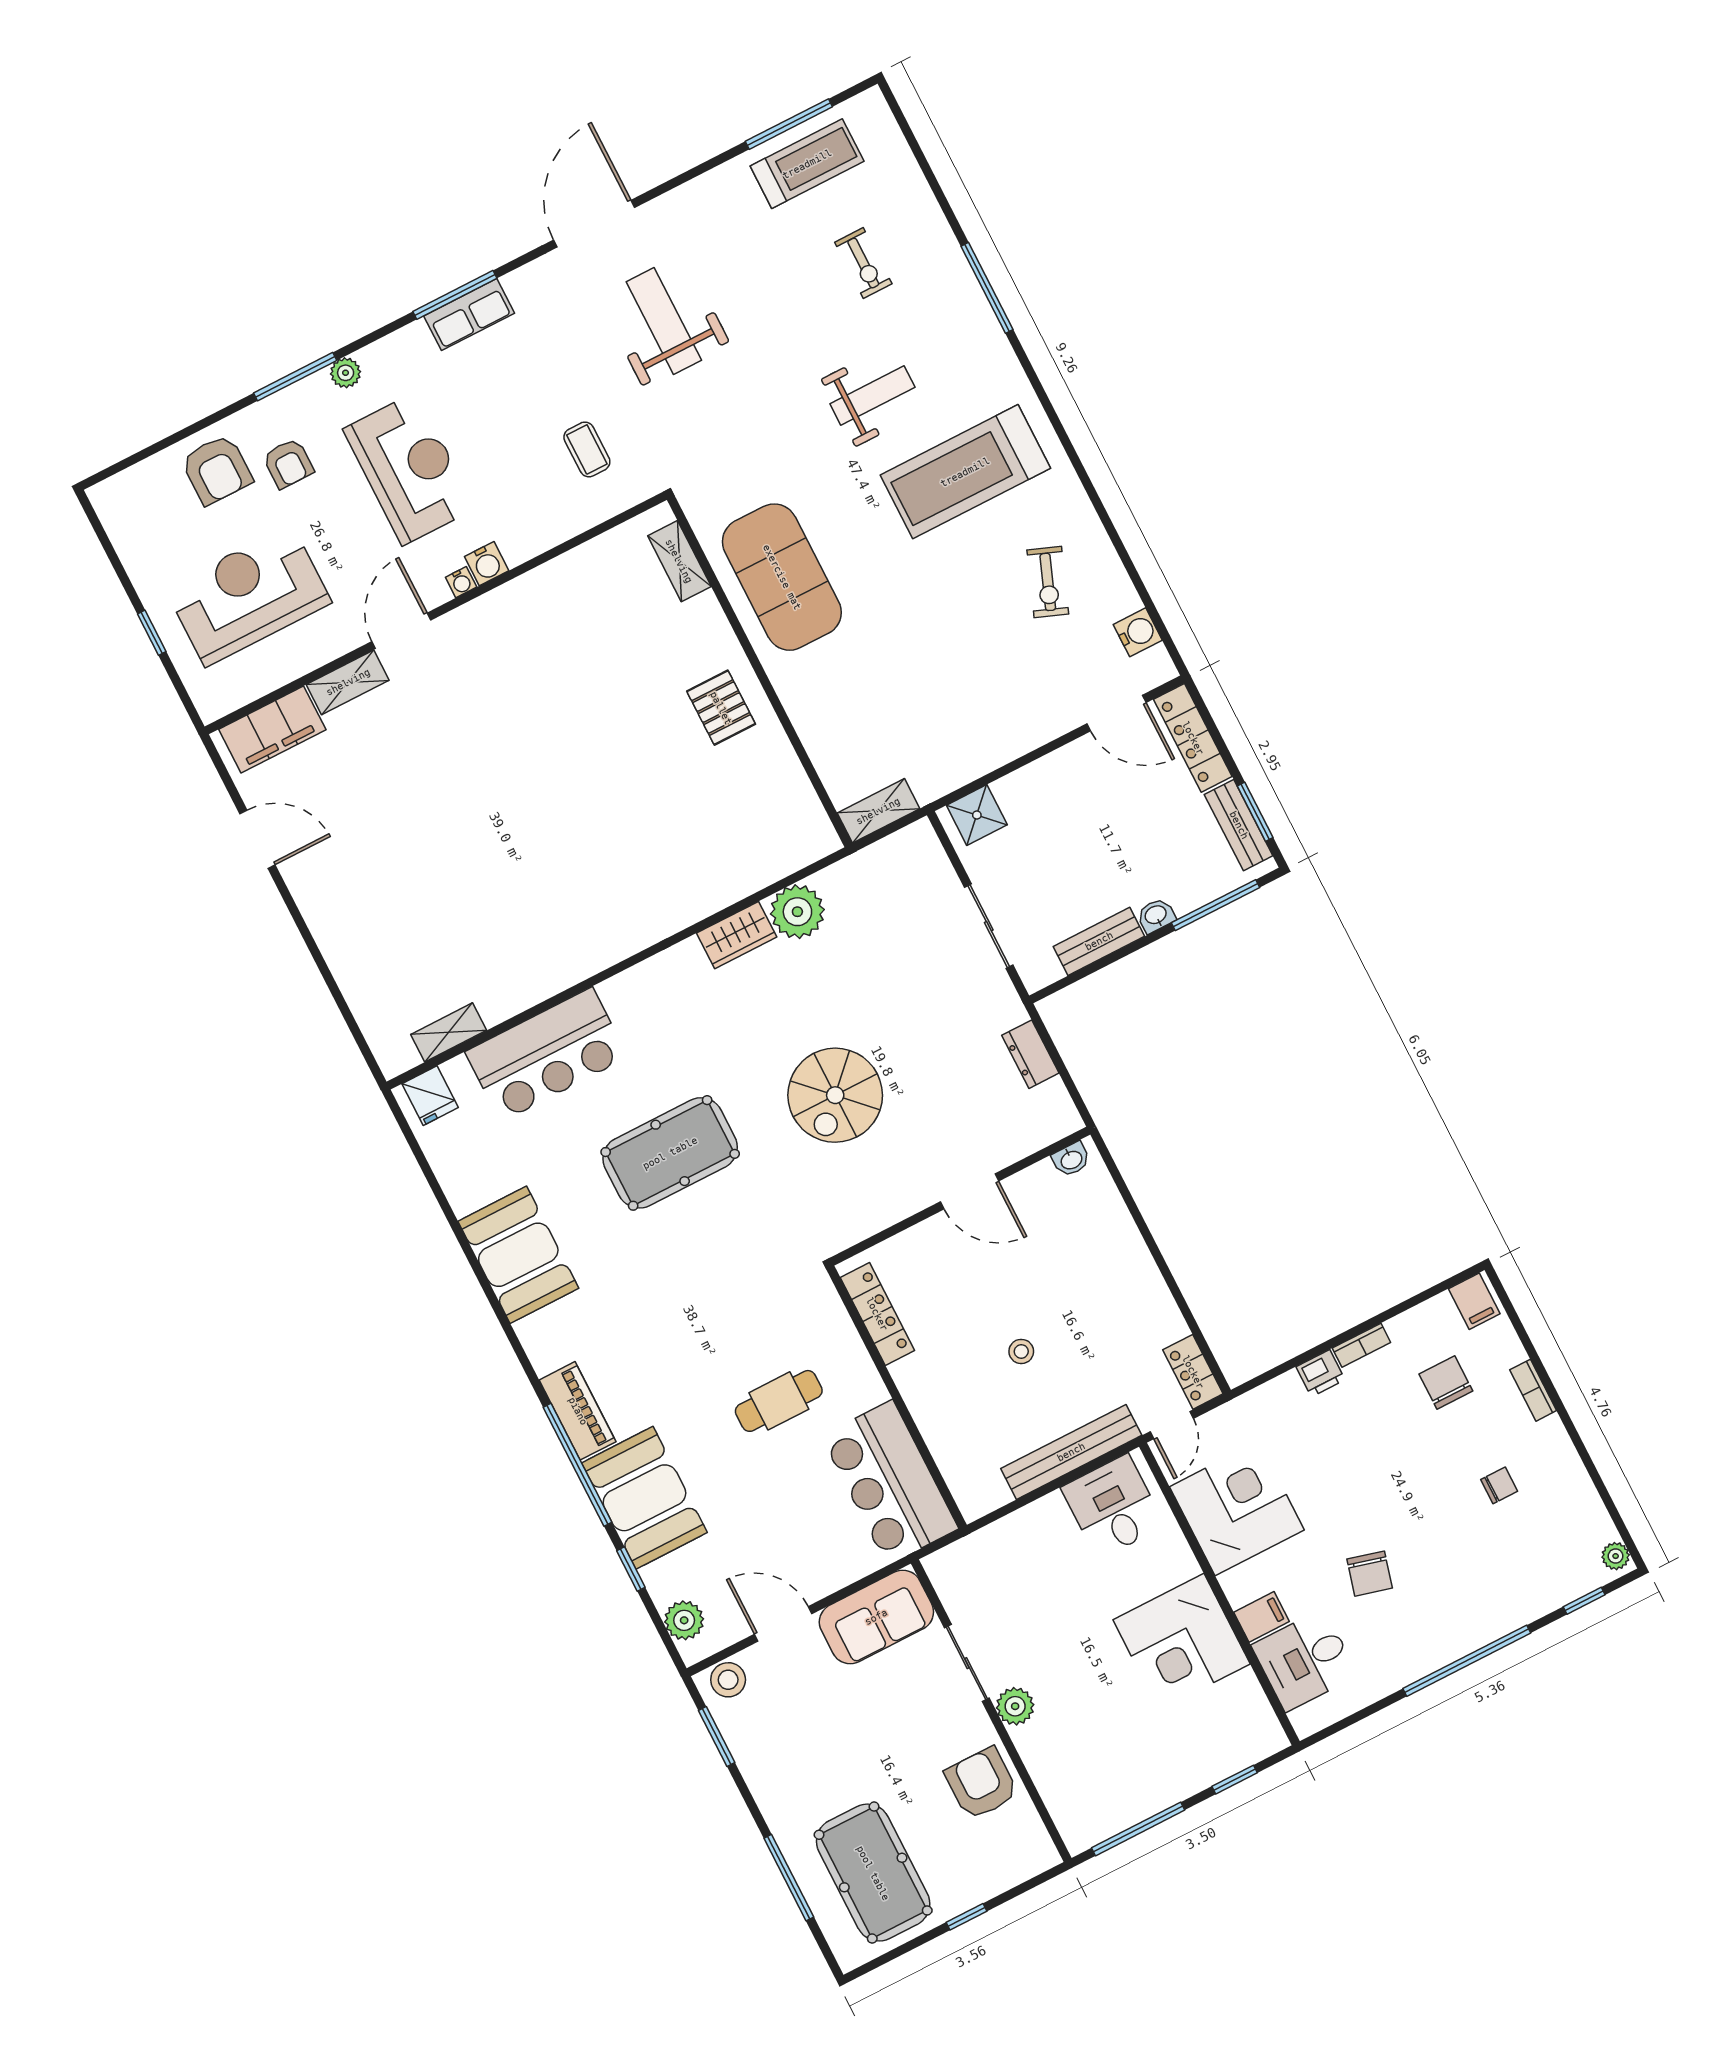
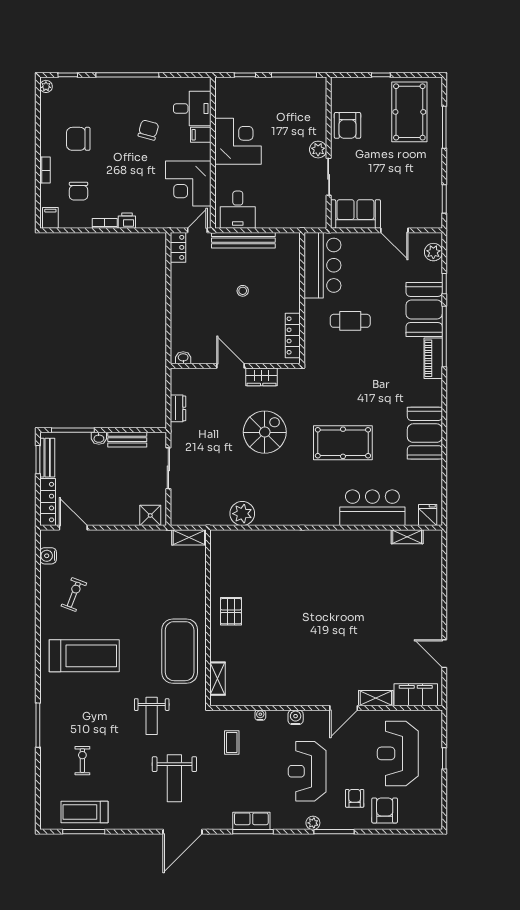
weight bench: (872, 396) -> (152, 716), moved, turned -90
water cooler: (461, 582) -> (260, 715), moved
reception desk: (248, 595) -> (398, 753), turned 90
wardrobe: (737, 935) -> (262, 377), moved, turned 180
chair: (1499, 1485) -> (78, 139), width x1.87, depth x1.87
stool: (728, 1680) -> (428, 219), removed

